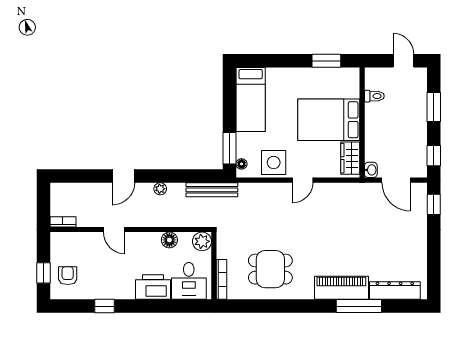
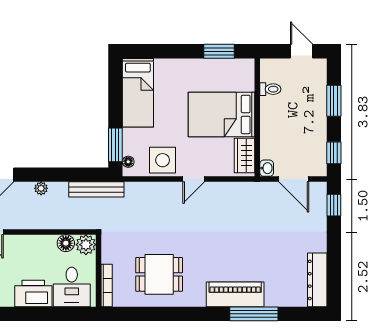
floor lamp: (169, 240) -> (66, 243), moved
dresser: (395, 290) -> (317, 280), moved, turned -90

